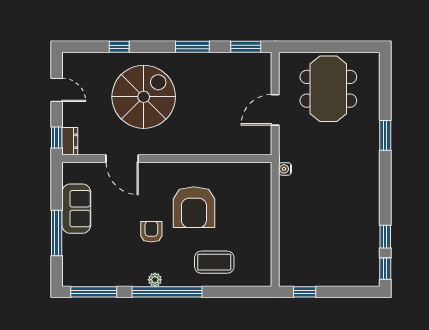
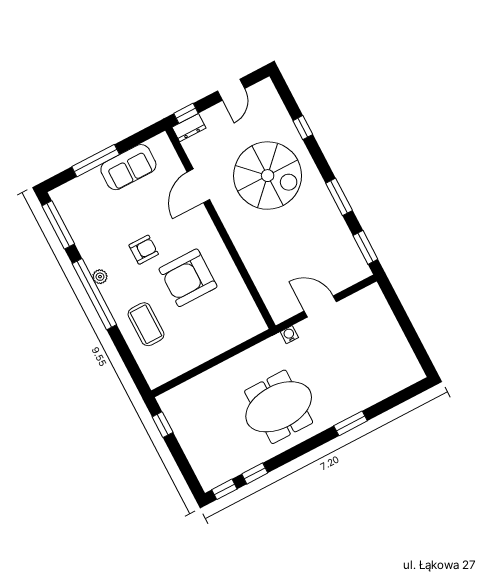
meeting table: (328, 89) -> (279, 407), moved
water cooler: (285, 169) -> (289, 335), moved

